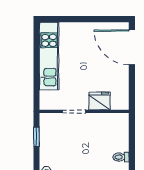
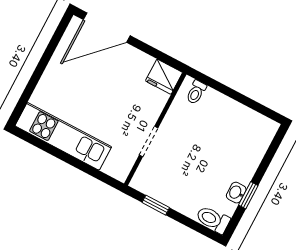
fridge: (99, 101) -> (164, 77), moved, turned -90
toilet: (121, 157) -> (196, 92), moved

